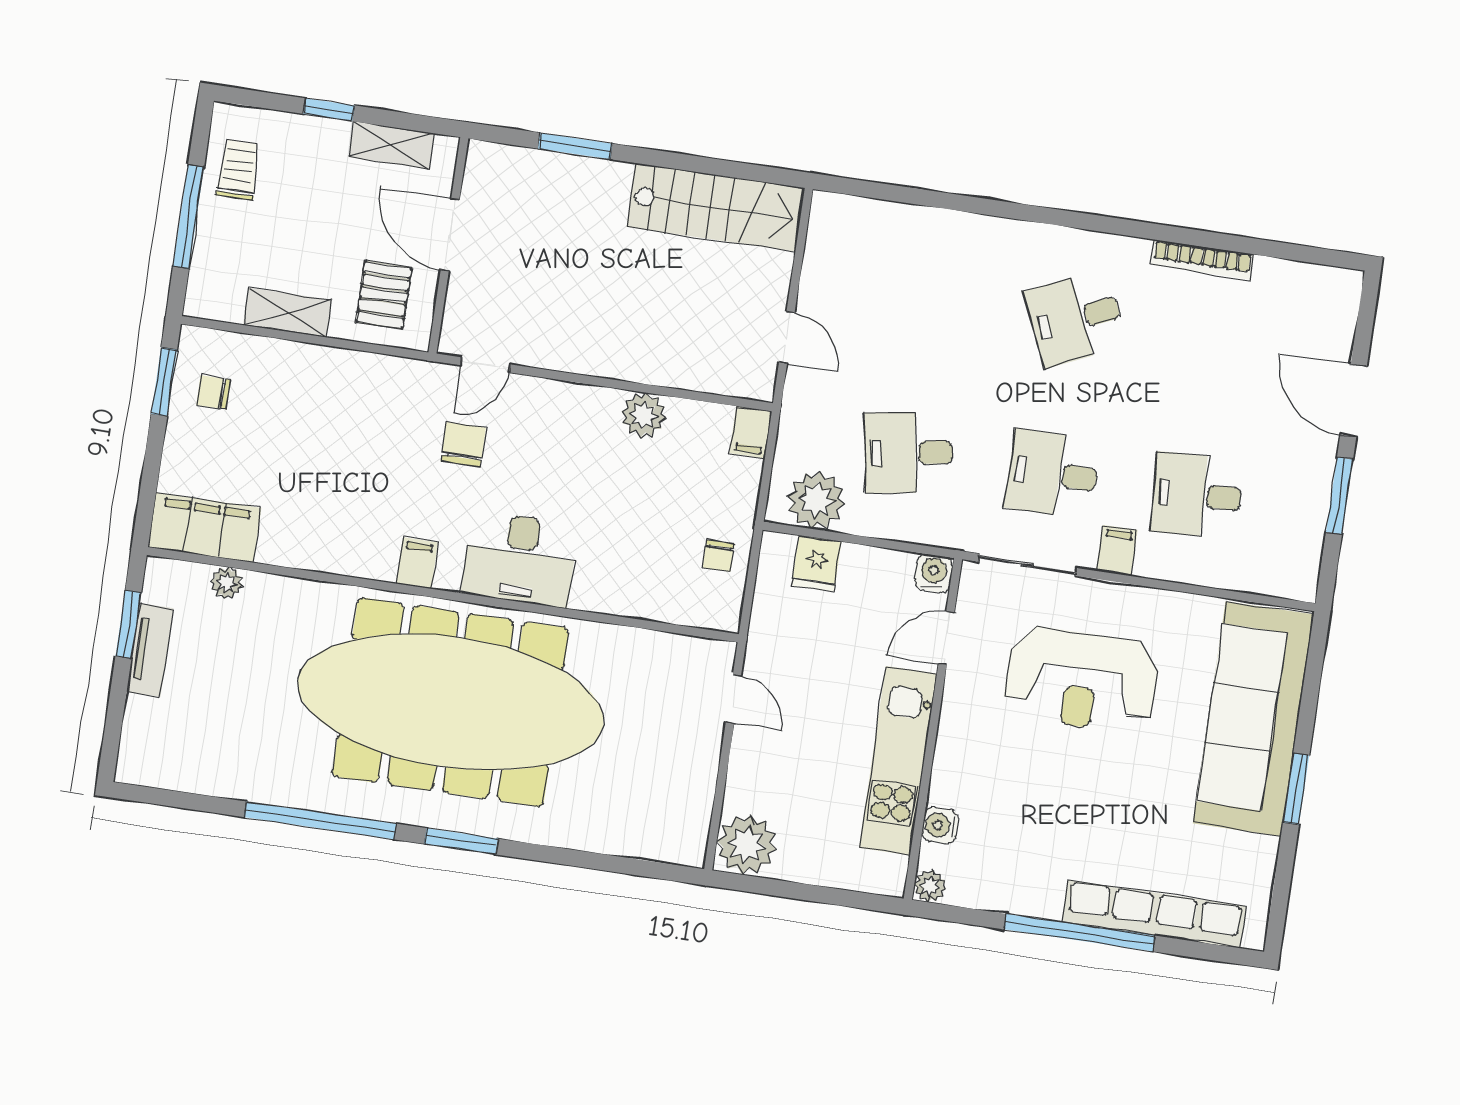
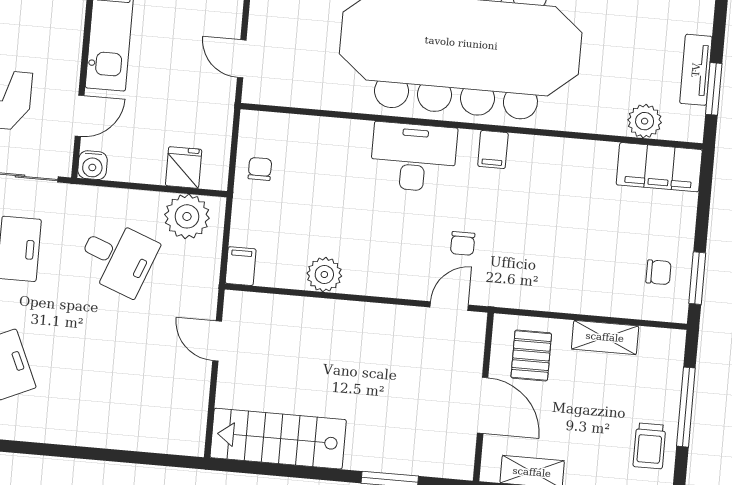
chair: (463, 444) -> (463, 243), width x0.73, depth x0.73
desk: (908, 453) -> (118, 257), turned 30
plant: (227, 583) -> (645, 121), width x1.38, depth x1.38

